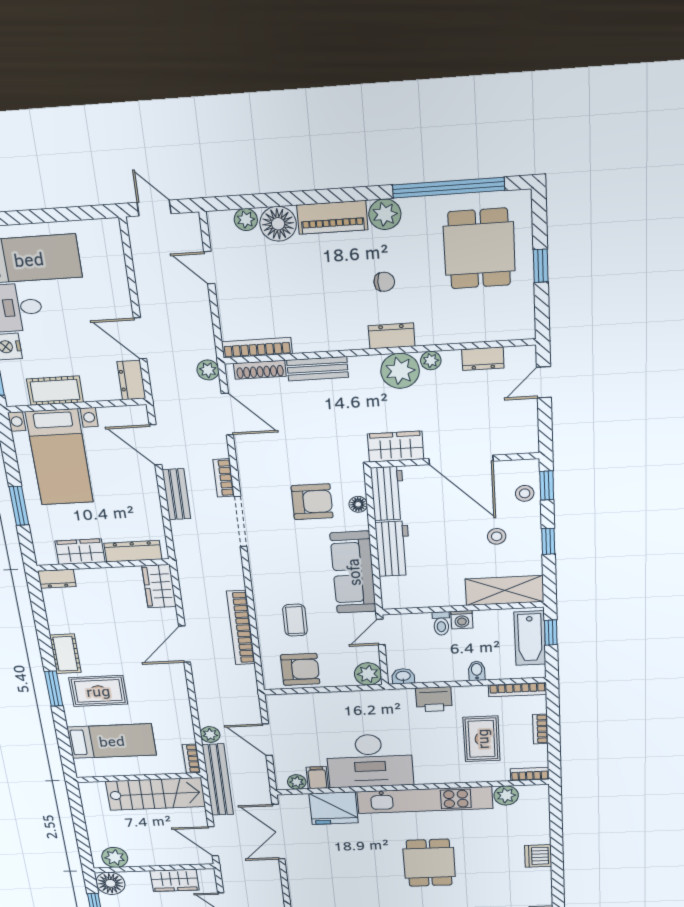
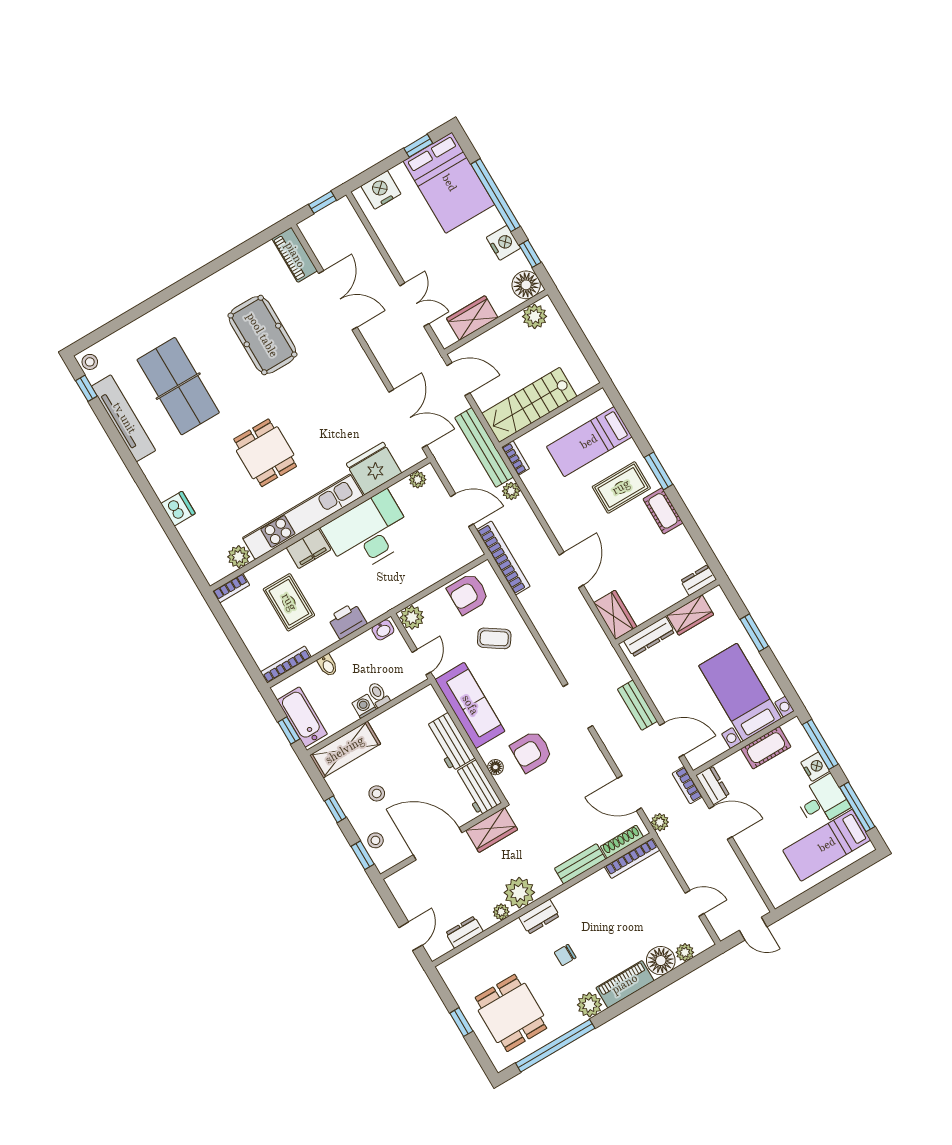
bookcase: (224, 478) -> (687, 785), moved, turned 180
coffee table: (295, 620) -> (494, 638), turned -56
bookcase: (241, 628) -> (503, 558), moved
bookcase: (540, 729) -> (247, 637), removed
filing cabinet: (317, 778) -> (309, 549), moved, width x2.00

